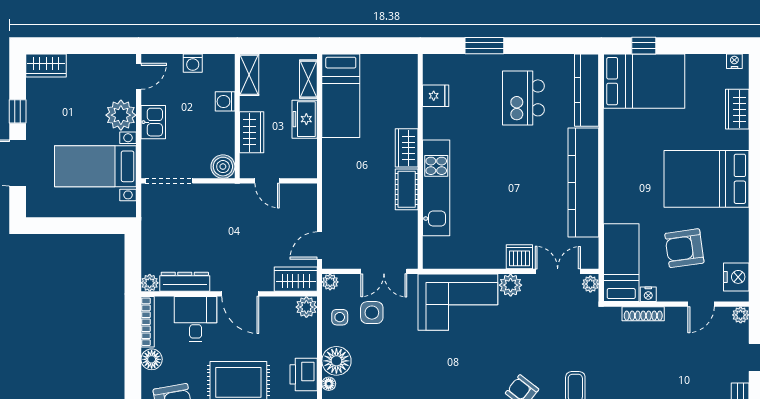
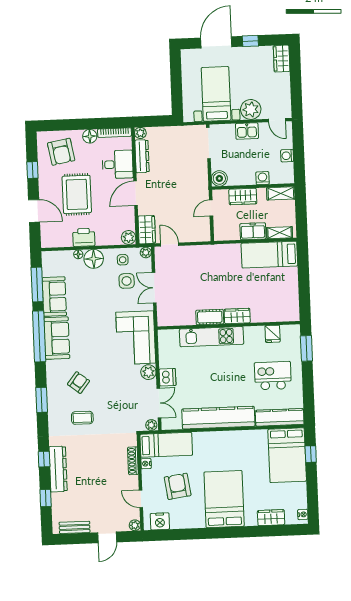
fridge: (436, 96) -> (273, 334), moved
wardrobe: (407, 148) -> (237, 316), moved
wall: (420, 161) -> (229, 325), moved
kitchen unit: (436, 188) -> (212, 337), moved
cot: (407, 189) -> (210, 317), moved

